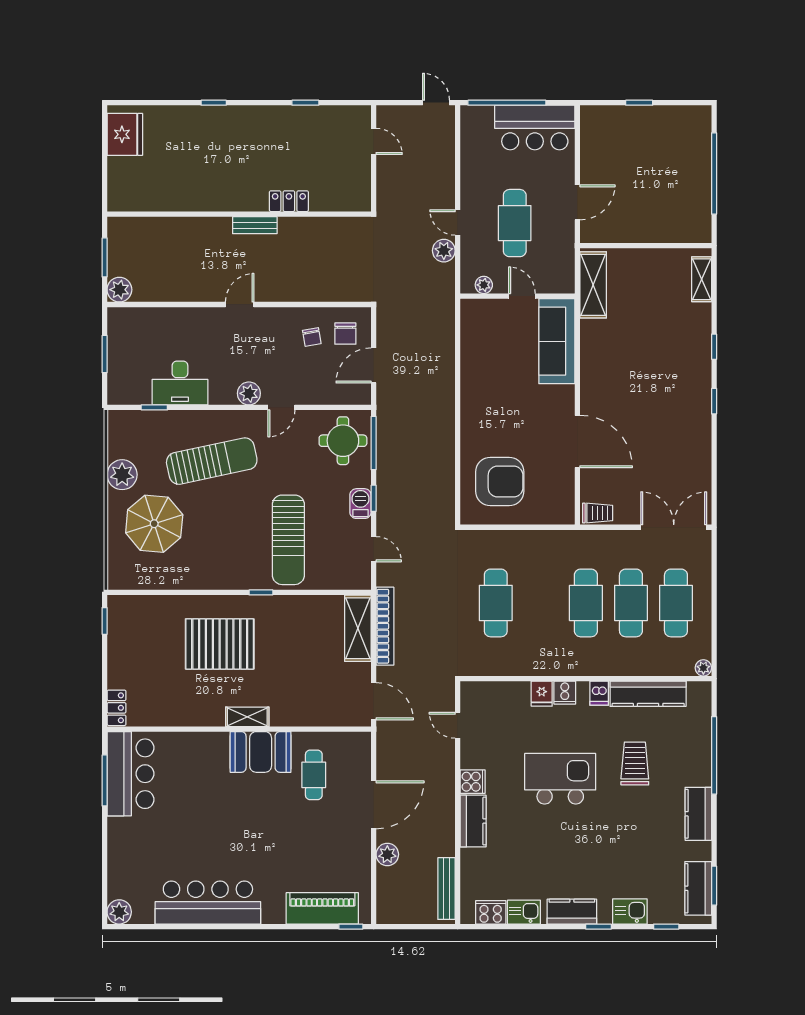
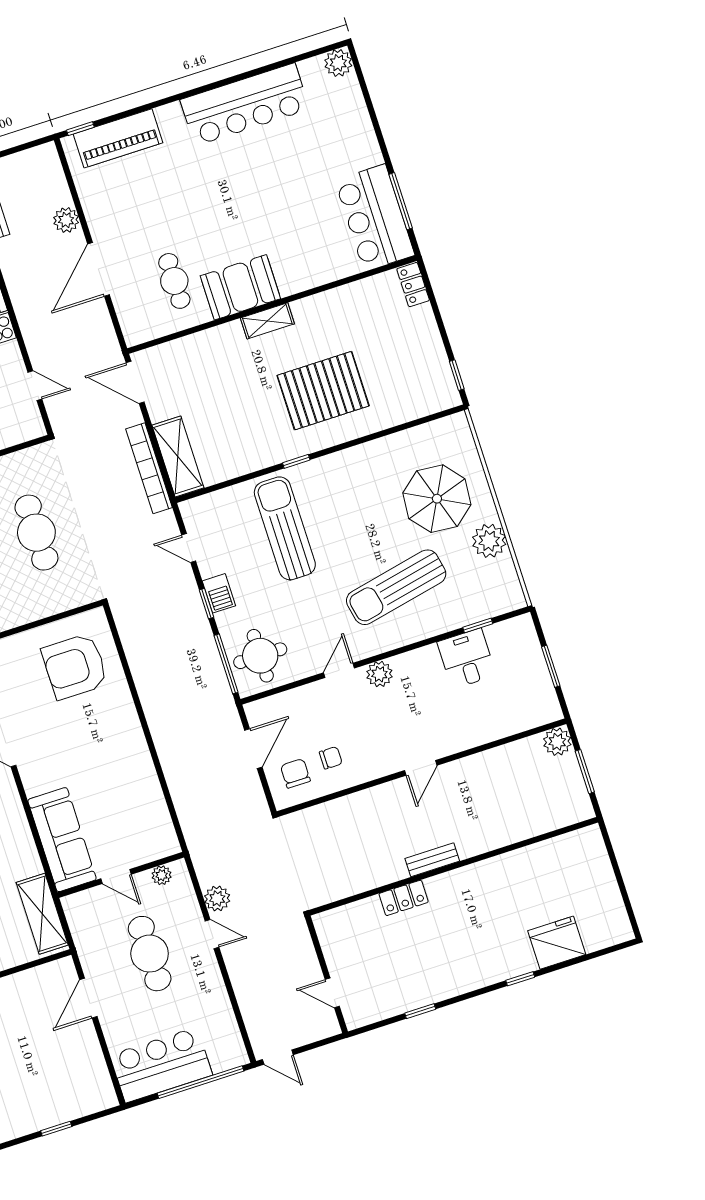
fridge: (125, 134) -> (557, 943), moved, turned 90
chair: (312, 337) -> (331, 758), turned 100
desk: (180, 383) -> (467, 659), width x0.73

